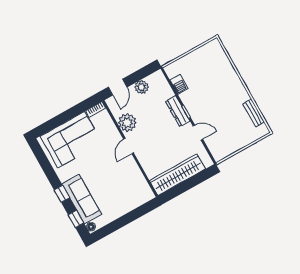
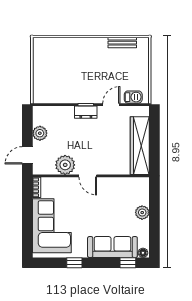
barbecue: (179, 84) -> (133, 97), moved
door: (118, 87) -> (27, 155), swing flipped
dresser: (178, 111) -> (86, 112), width x0.70
window: (62, 194) -> (74, 263), moved
plant: (124, 208) -> (142, 213), added

